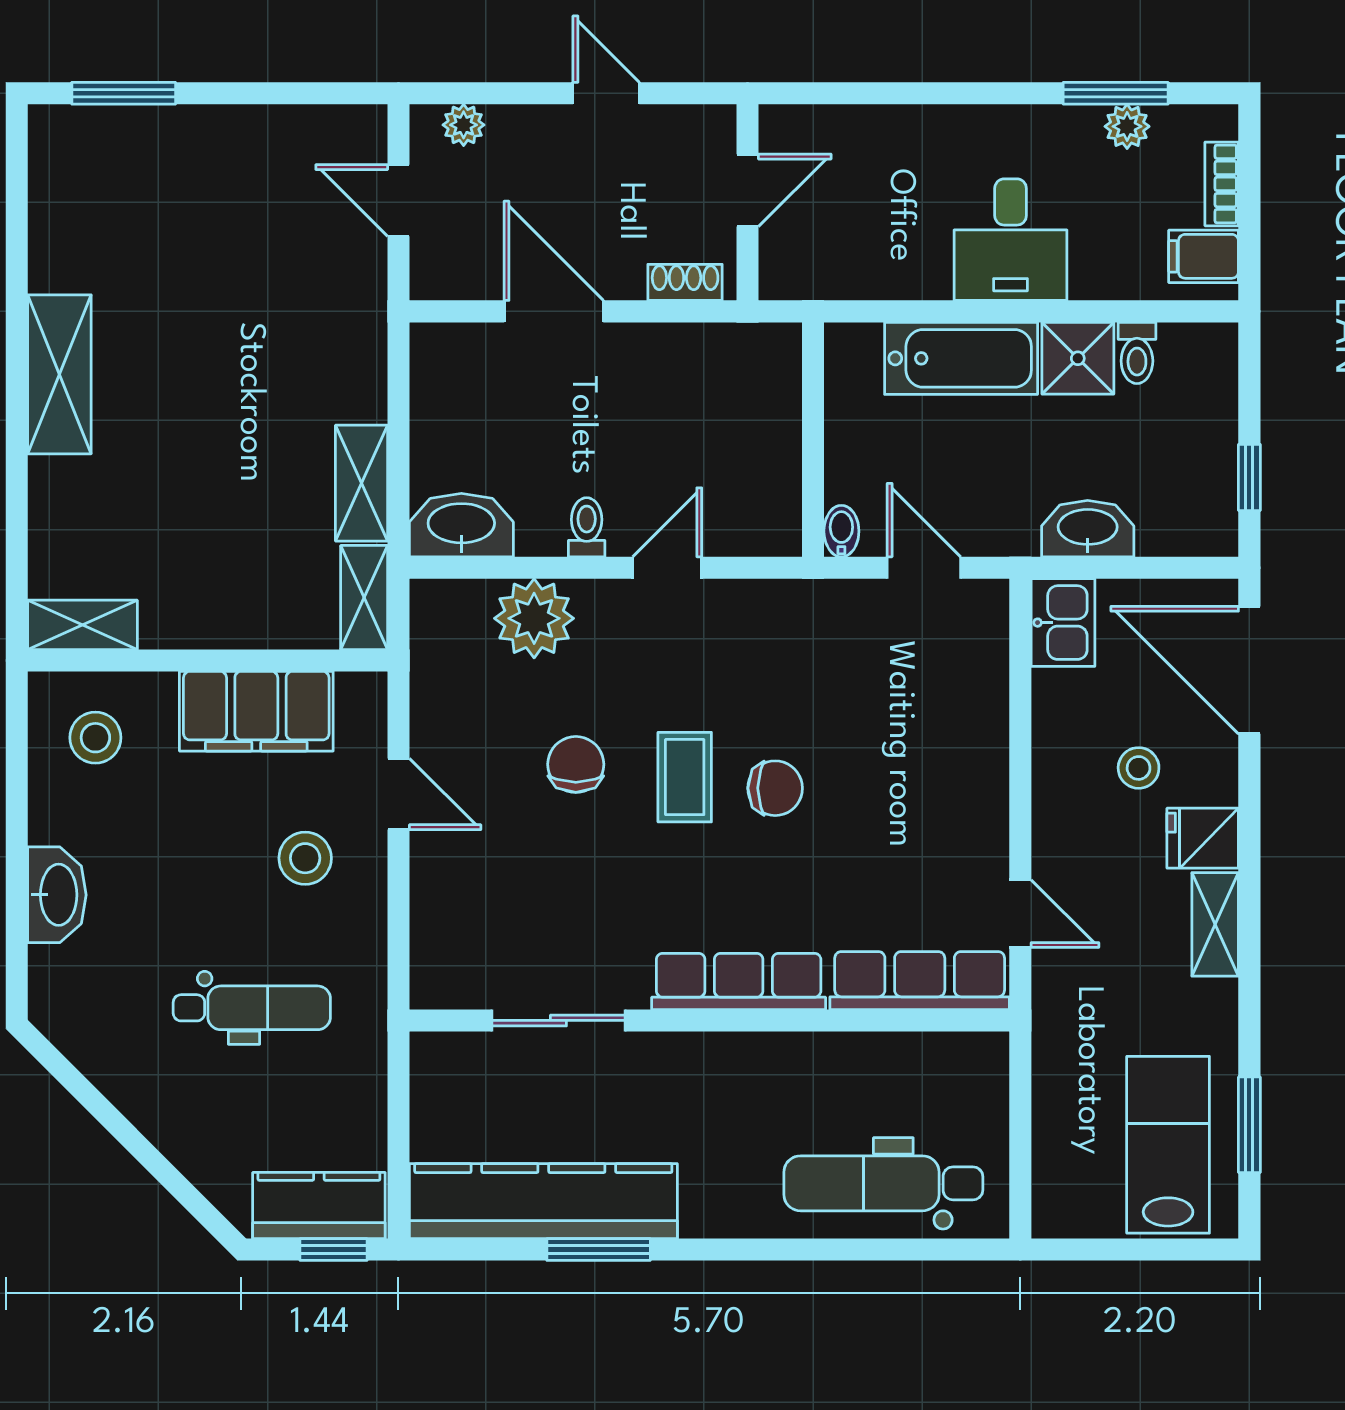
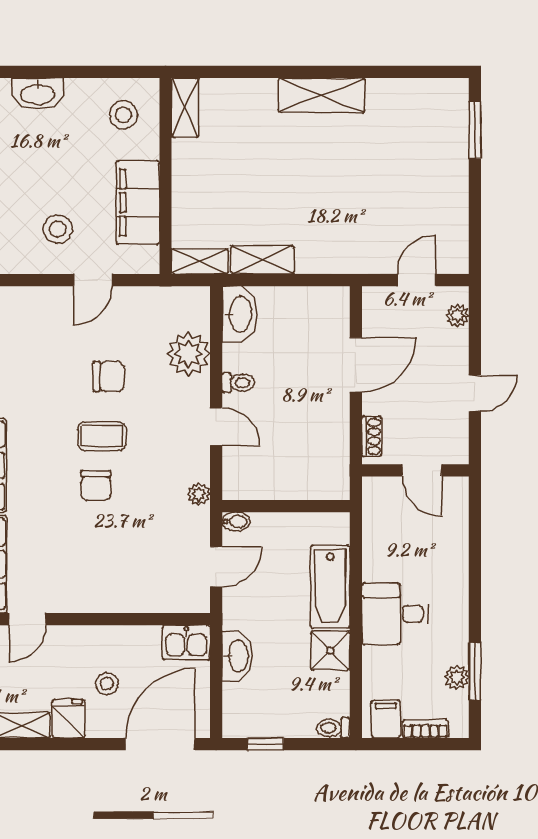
toilet: (1137, 353) -> (333, 728), moved
plant: (791, 599) -> (199, 494), added

